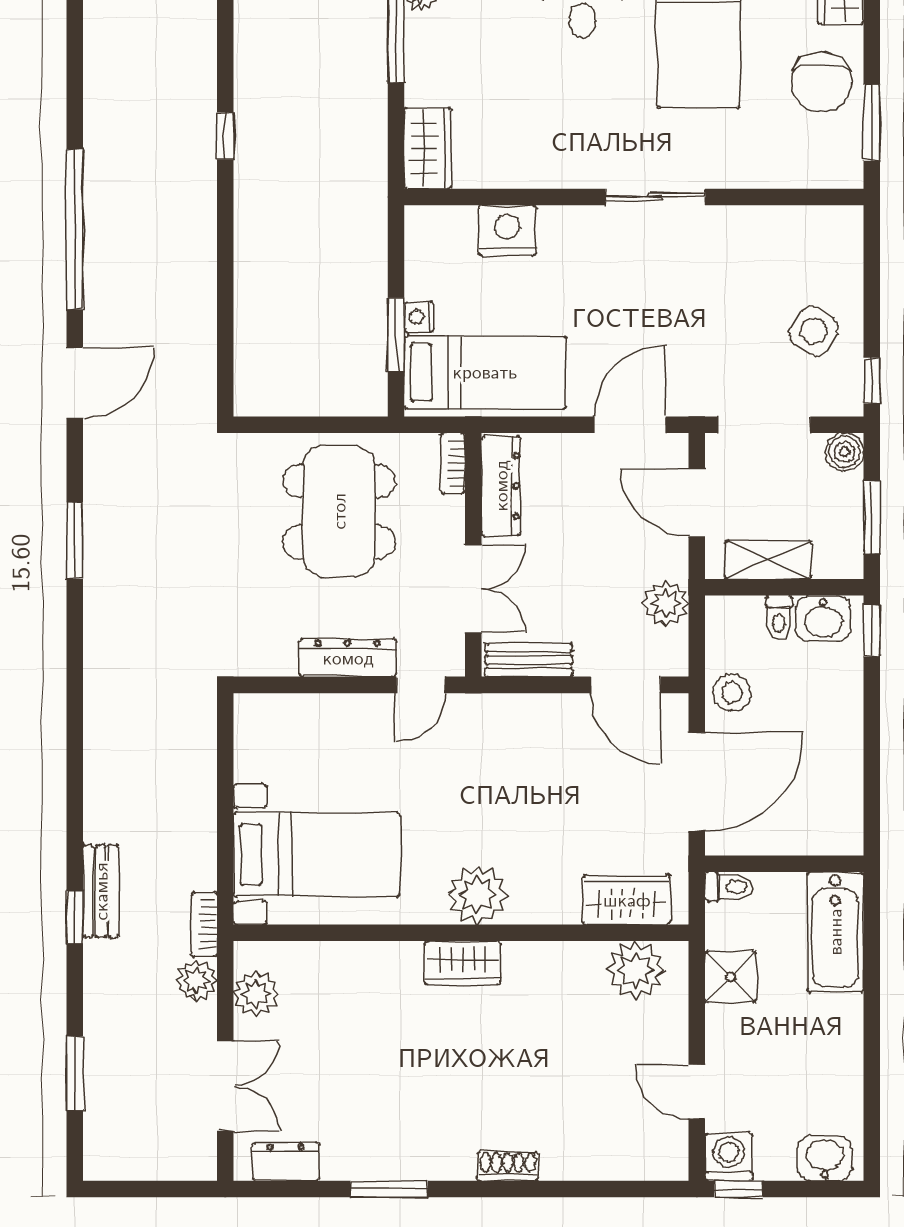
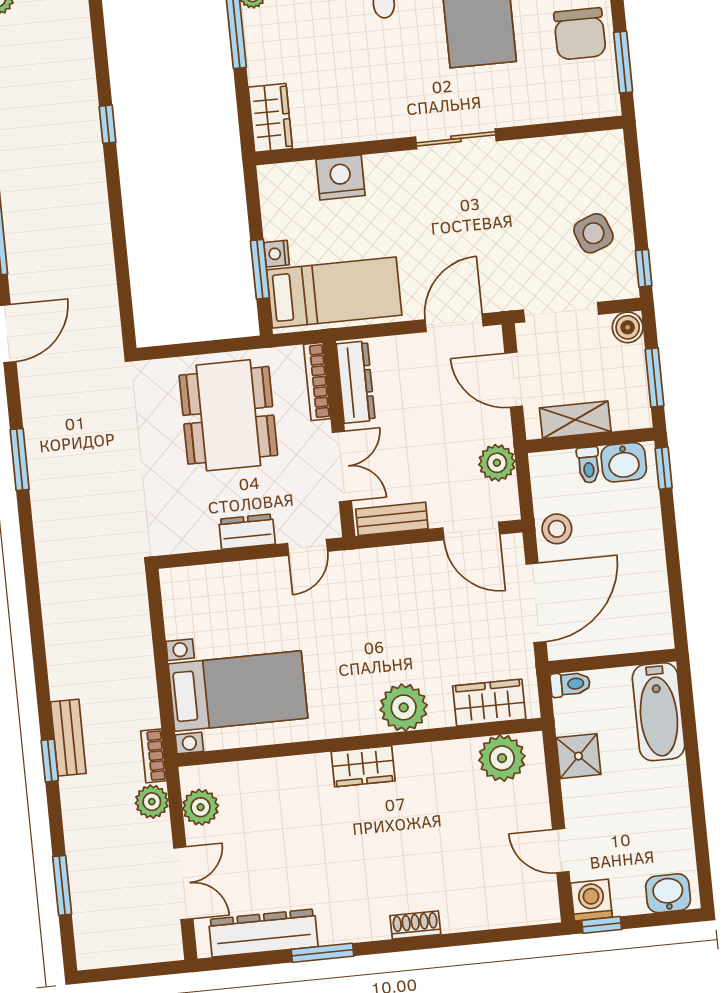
side table: (814, 331) -> (593, 233), turned 37
bookcase: (453, 463) -> (317, 381), width x1.56
dresser: (348, 658) -> (247, 532), width x0.70
plant: (477, 895) -> (404, 707), moved
dresser: (286, 1162) -> (263, 933), width x1.96, depth x1.24

